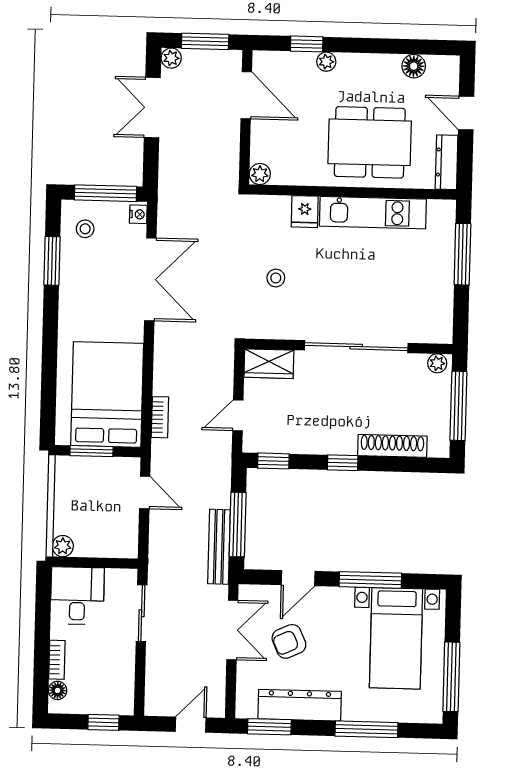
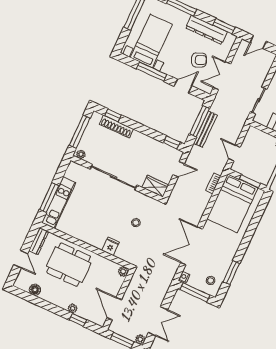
kitchen unit: (373, 213) -> (59, 203), moved, turned 90
window: (343, 463) -> (113, 115), moved
bench: (219, 547) -> (205, 129), moved

